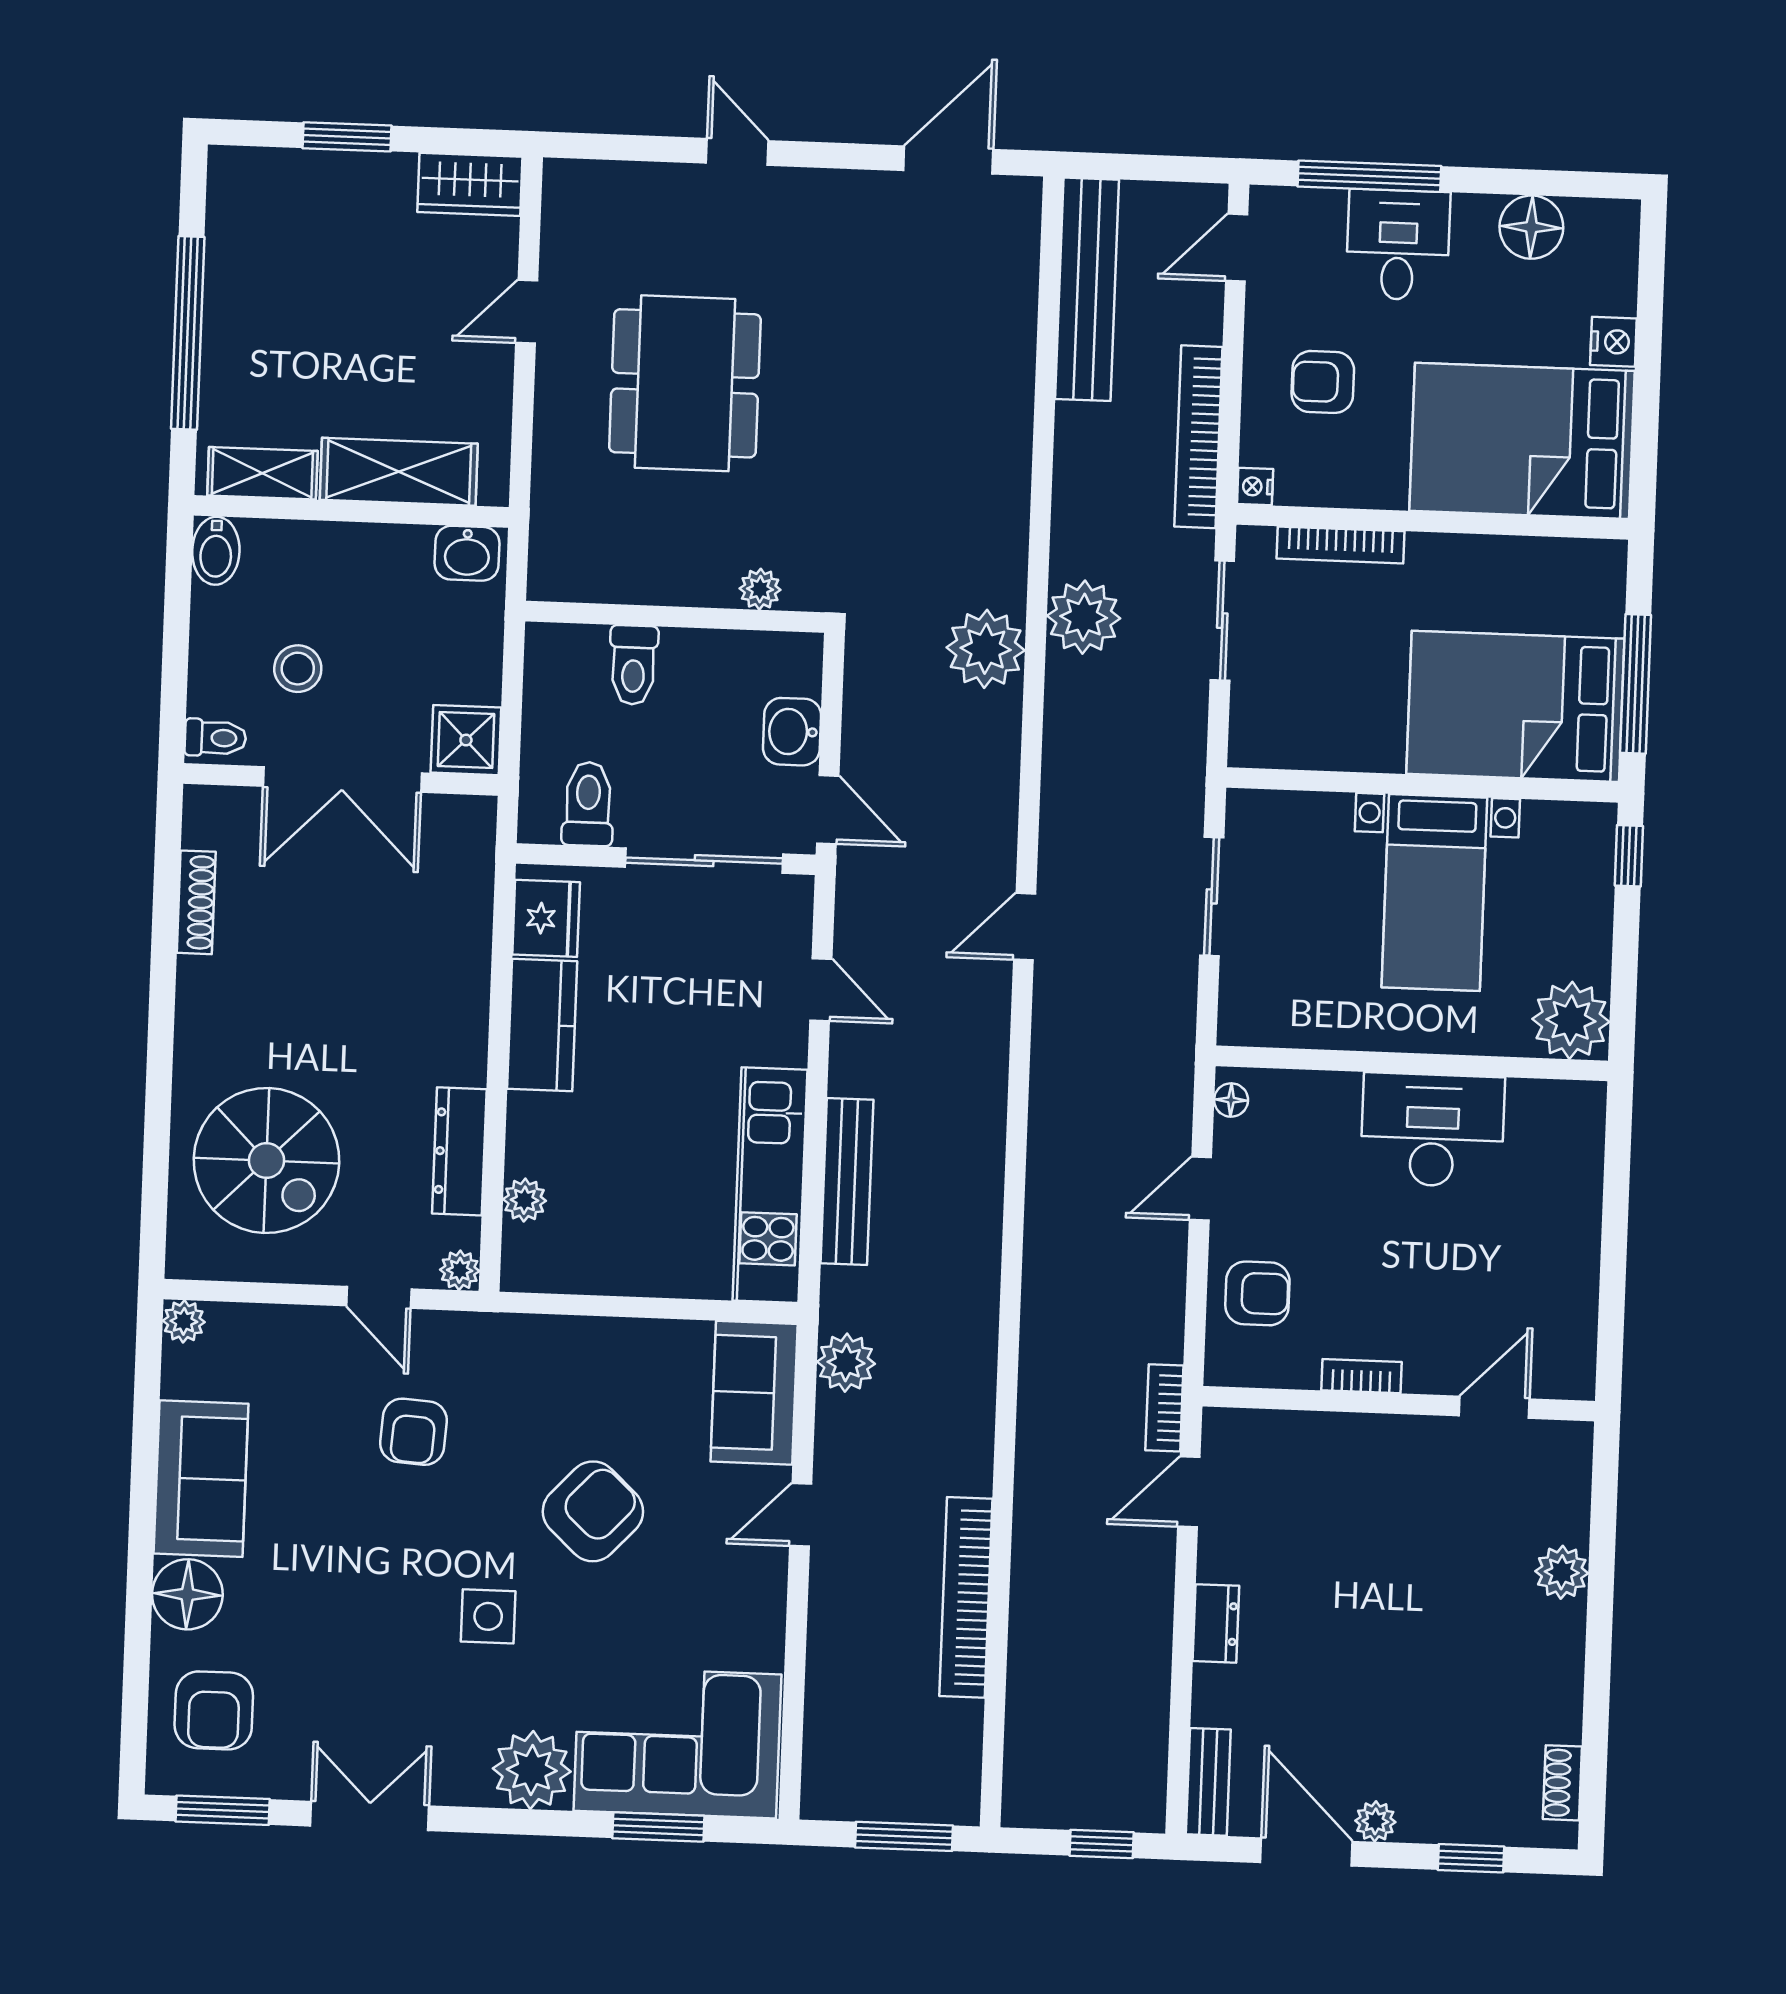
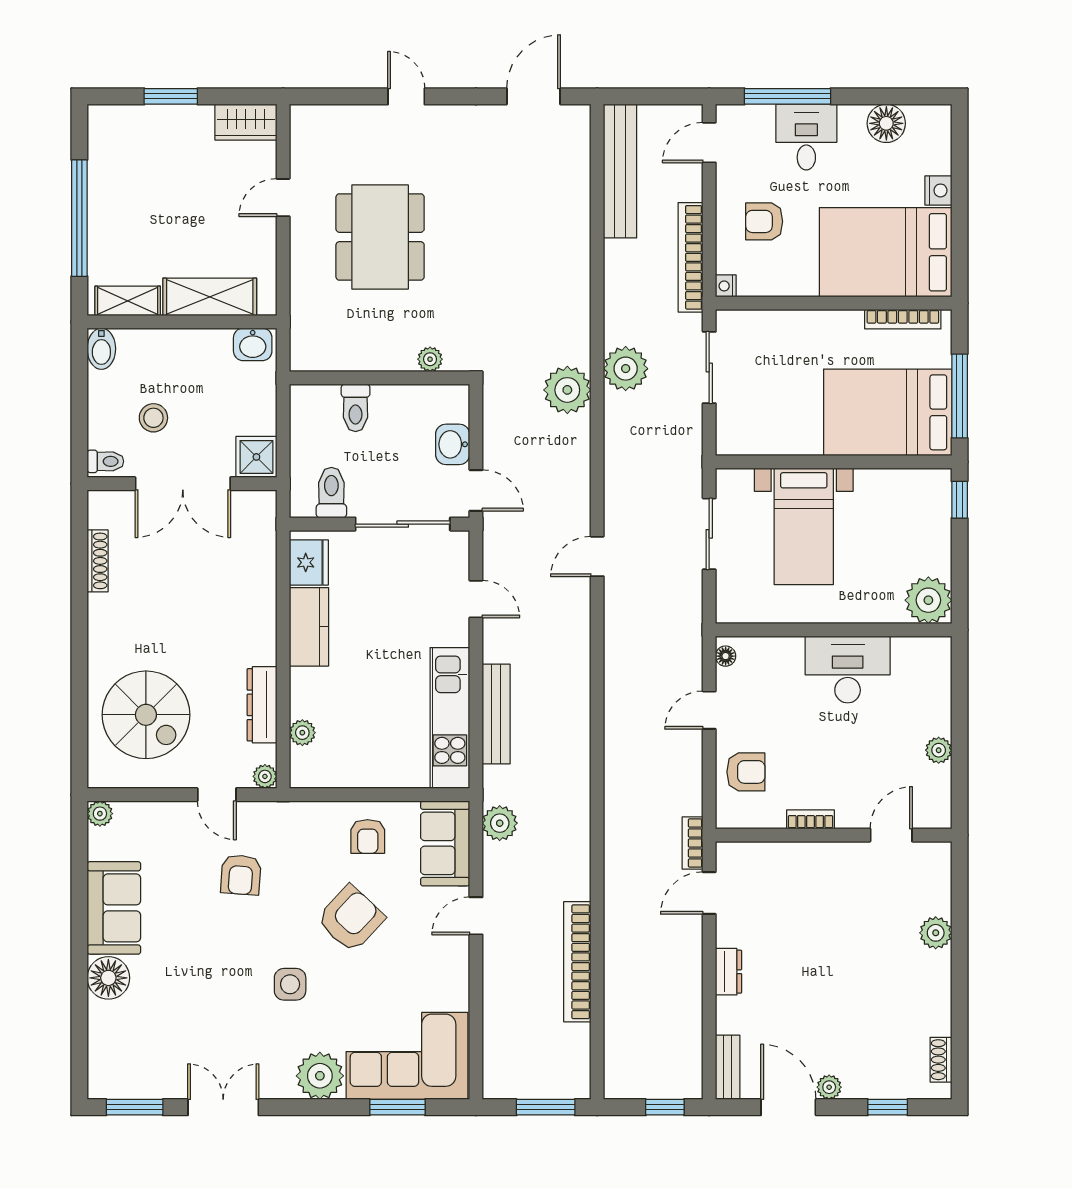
bookcase: (1341, 545) -> (903, 319), moved
bed with nightstands: (1434, 893) -> (804, 526), moved
plant: (1578, 1270) -> (939, 750), added
armchair: (214, 1710) -> (368, 836), moved, width x0.72, depth x0.72

